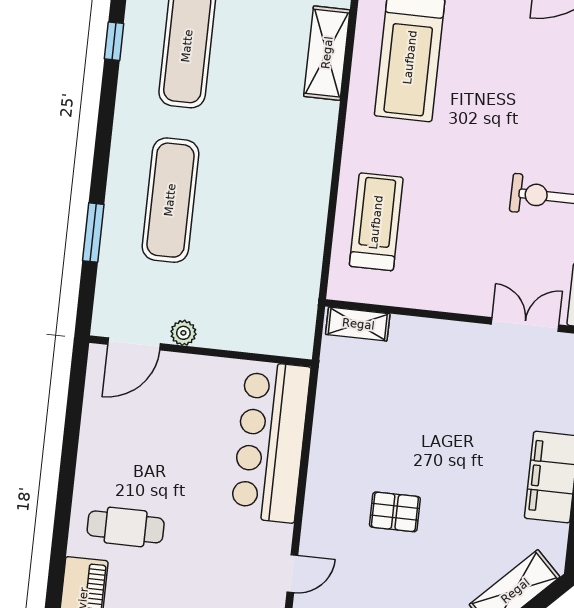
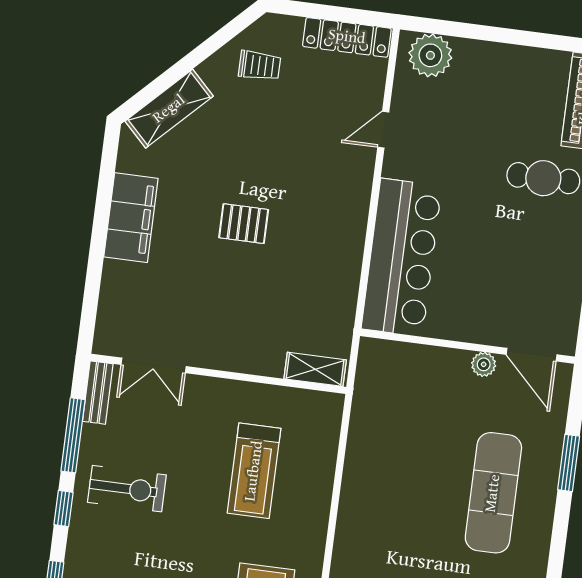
treadmill: (376, 222) -> (254, 471), moved
door: (134, 344) -> (532, 355), swing flipped
pallet: (395, 512) -> (244, 224), moved

